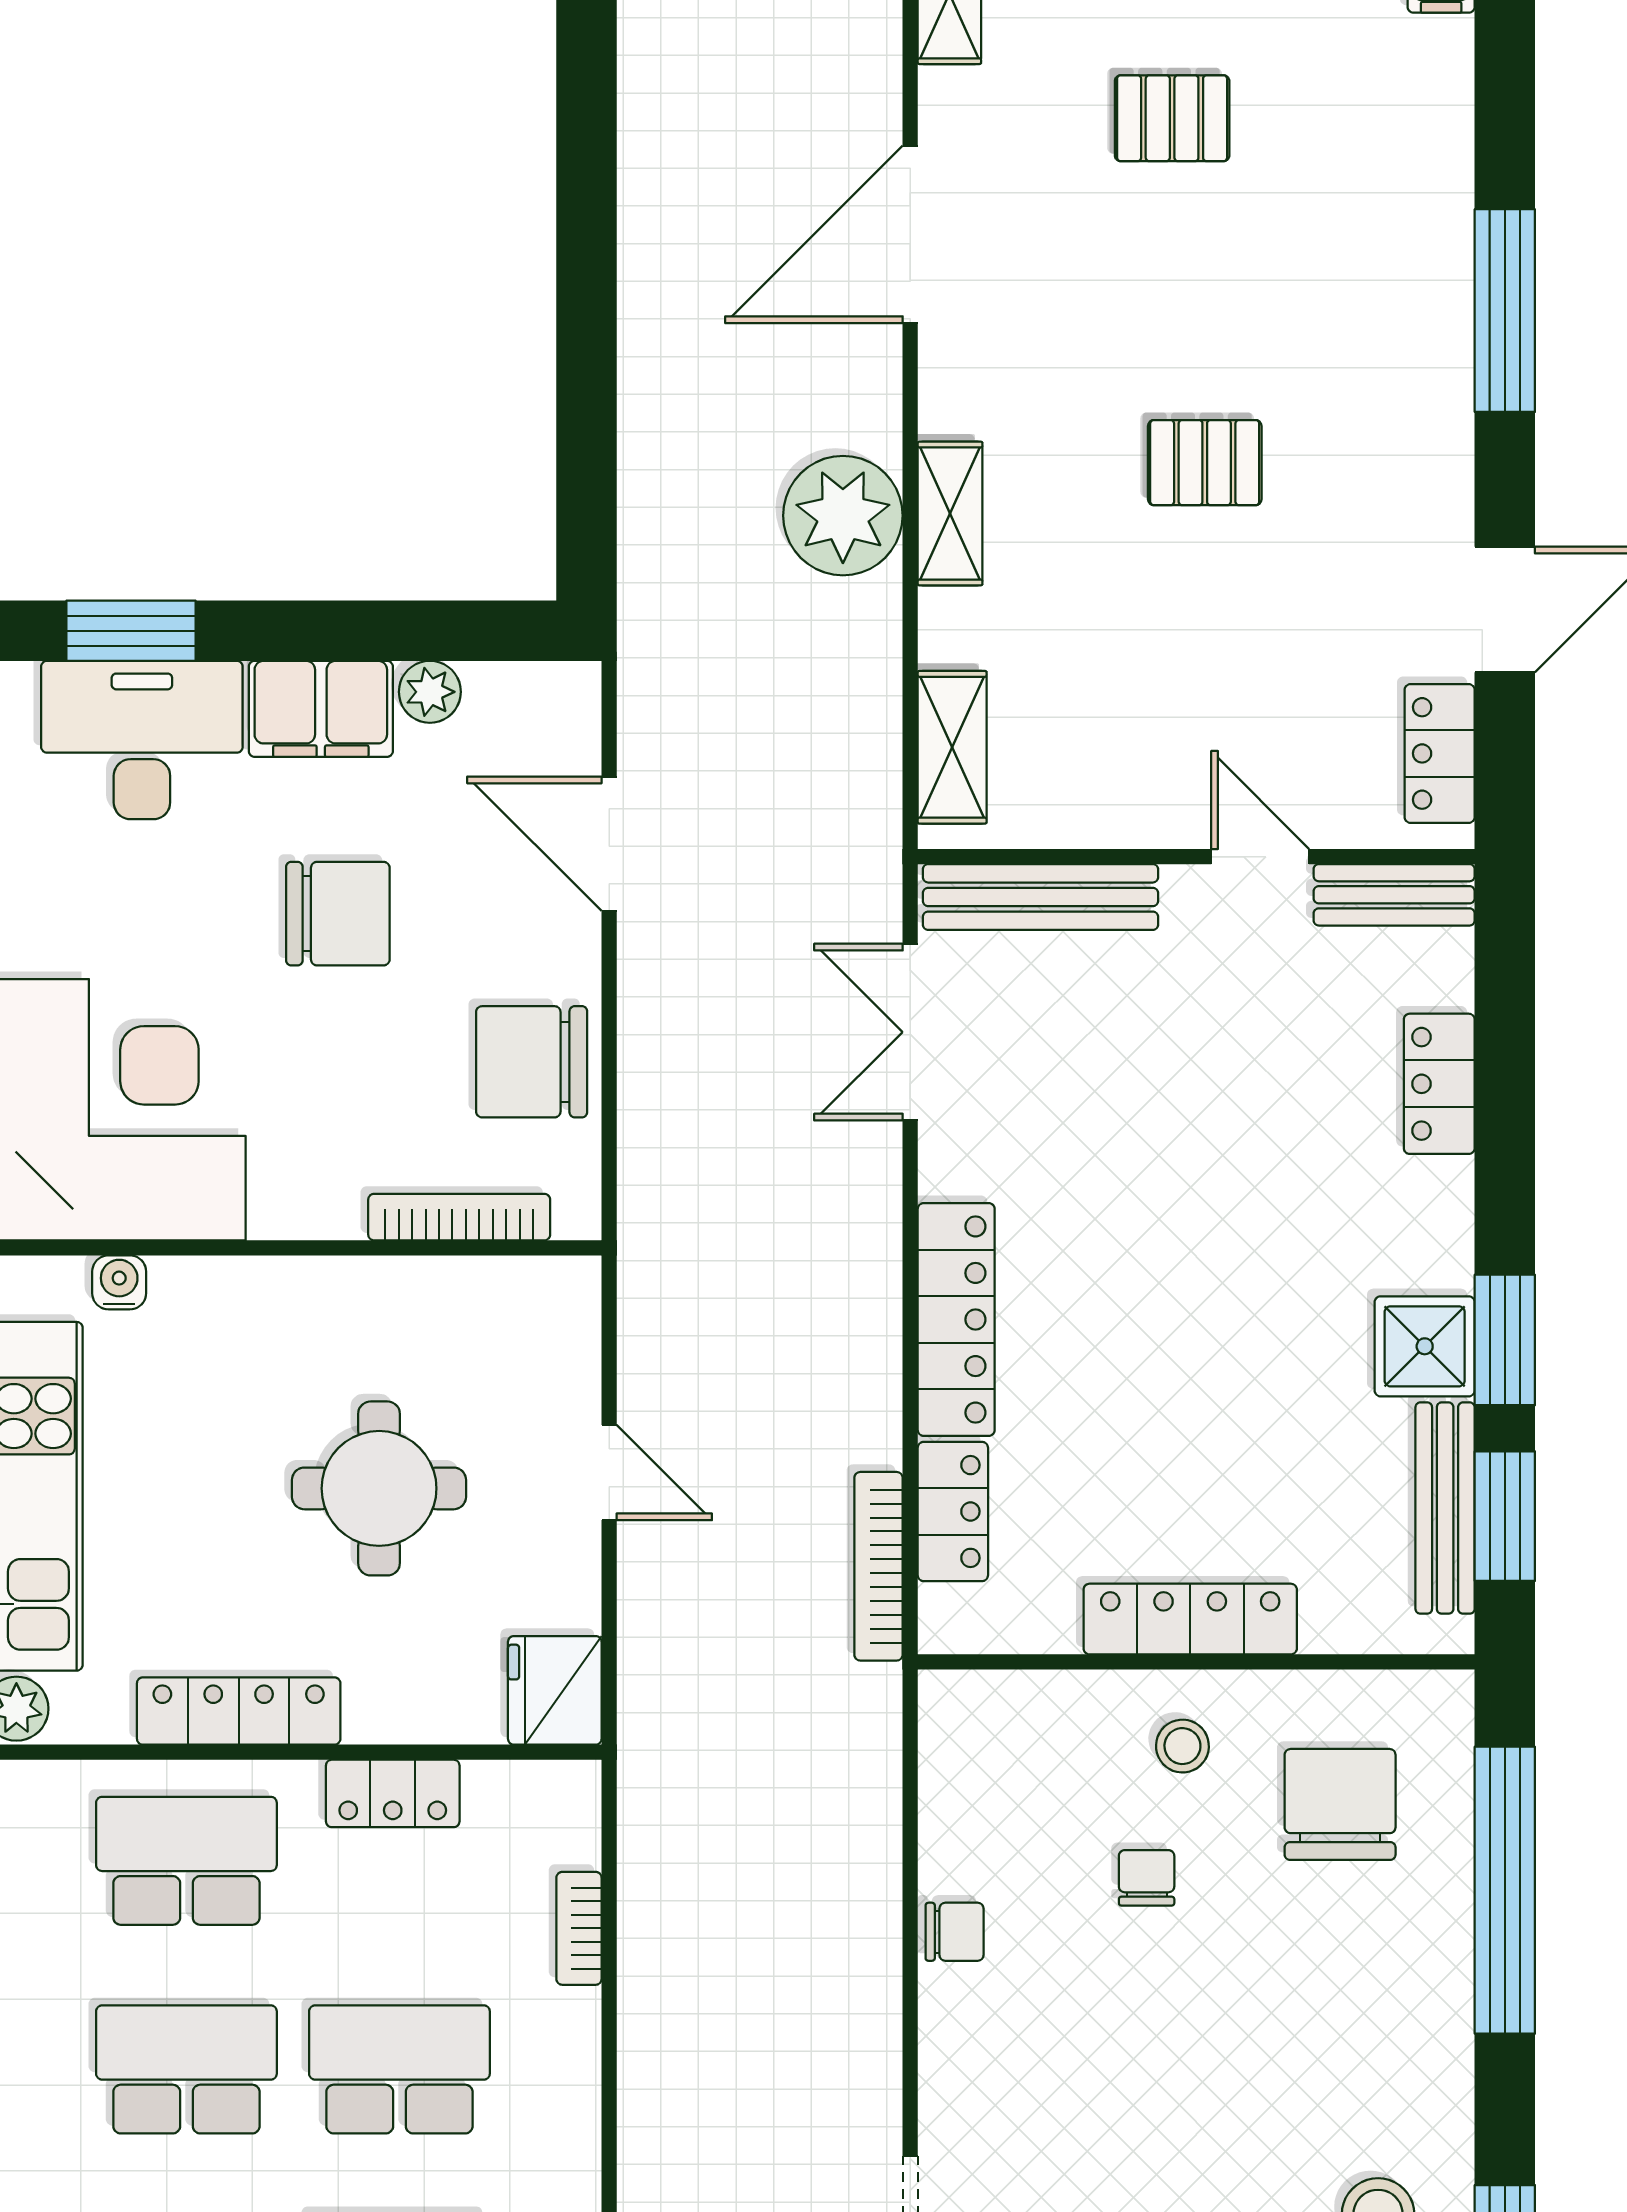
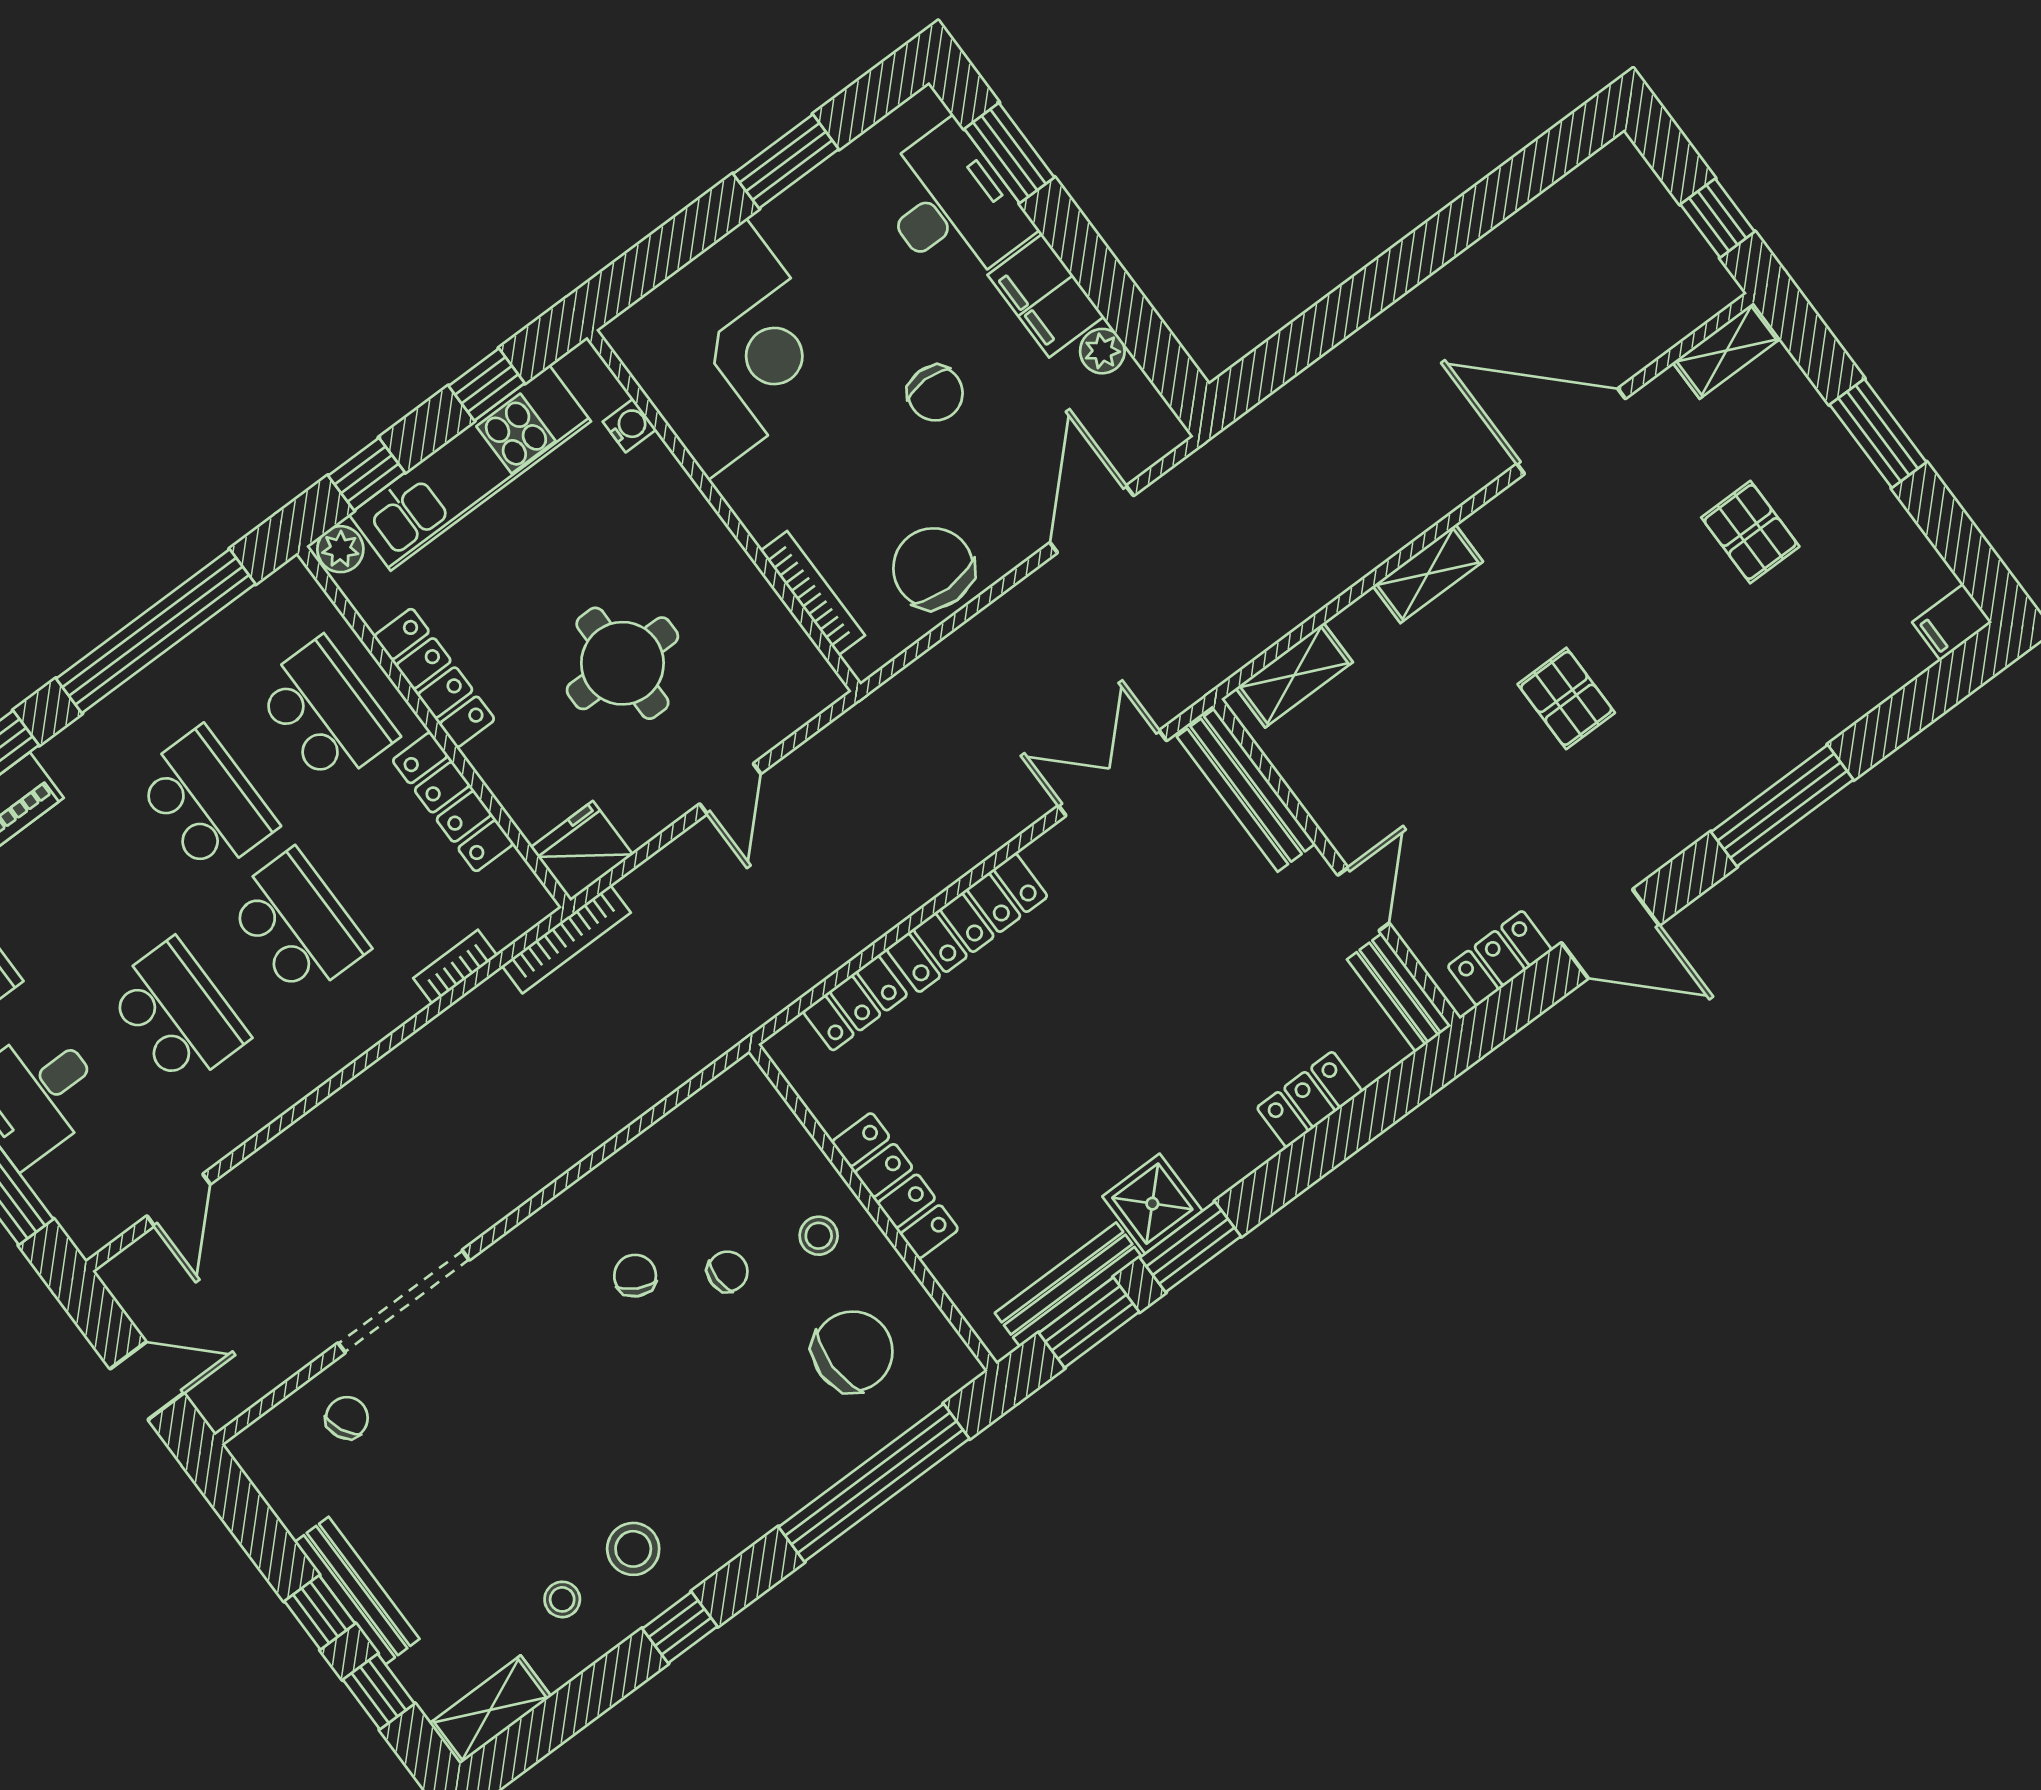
plant: (843, 516) -> (1381, 513), removed
chair: (338, 914) -> (935, 393), width x0.73, depth x0.73
bookcase: (878, 1566) -> (566, 939), moved, turned 180
locker: (393, 1793) -> (453, 802), width x1.53
chair: (955, 1932) -> (635, 1276), moved, turned -152

